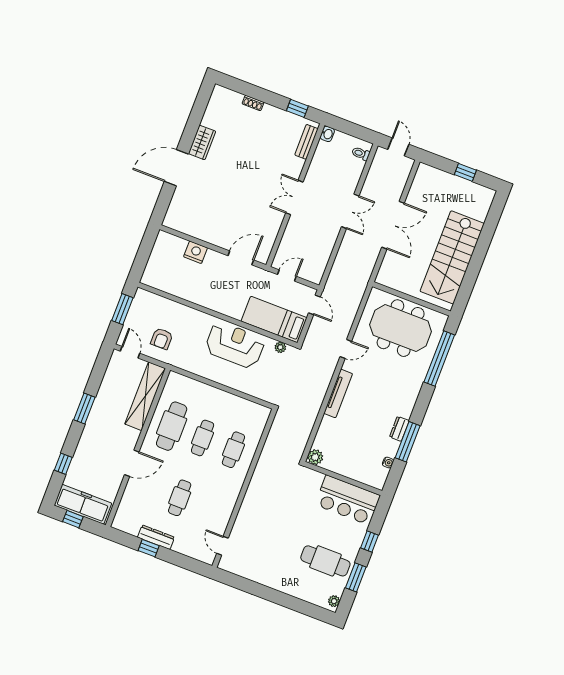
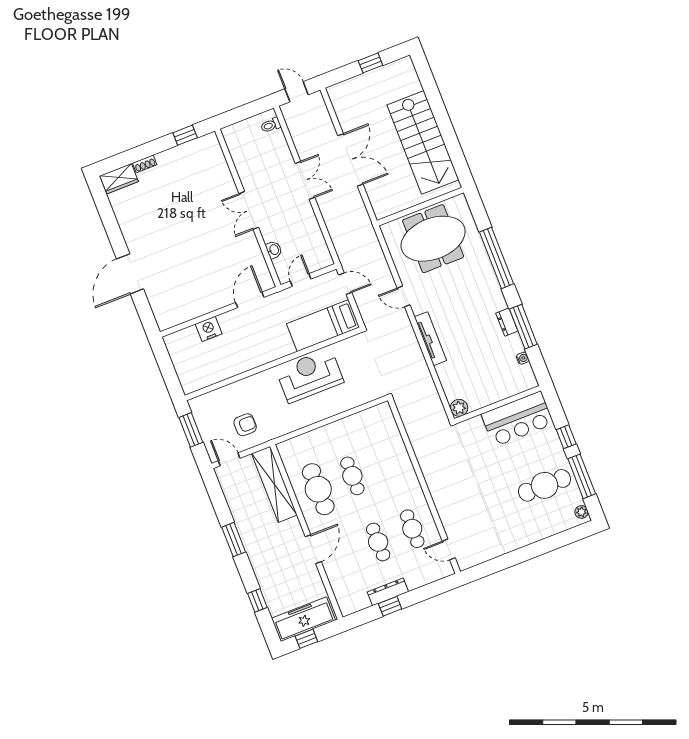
washbasin: (327, 134) -> (274, 250), moved
wardrobe: (202, 142) -> (119, 179), moved, turned 90
bench: (306, 142) -> (217, 156), removed
armchair: (162, 339) -> (245, 425), turned -90
plant: (280, 347) -> (349, 344), removed
door: (346, 349) -> (404, 296), swing flipped
window: (439, 359) -> (497, 258), moved
cafe table: (233, 450) -> (412, 529), moved
window: (356, 577) -> (582, 476), width x1.44

